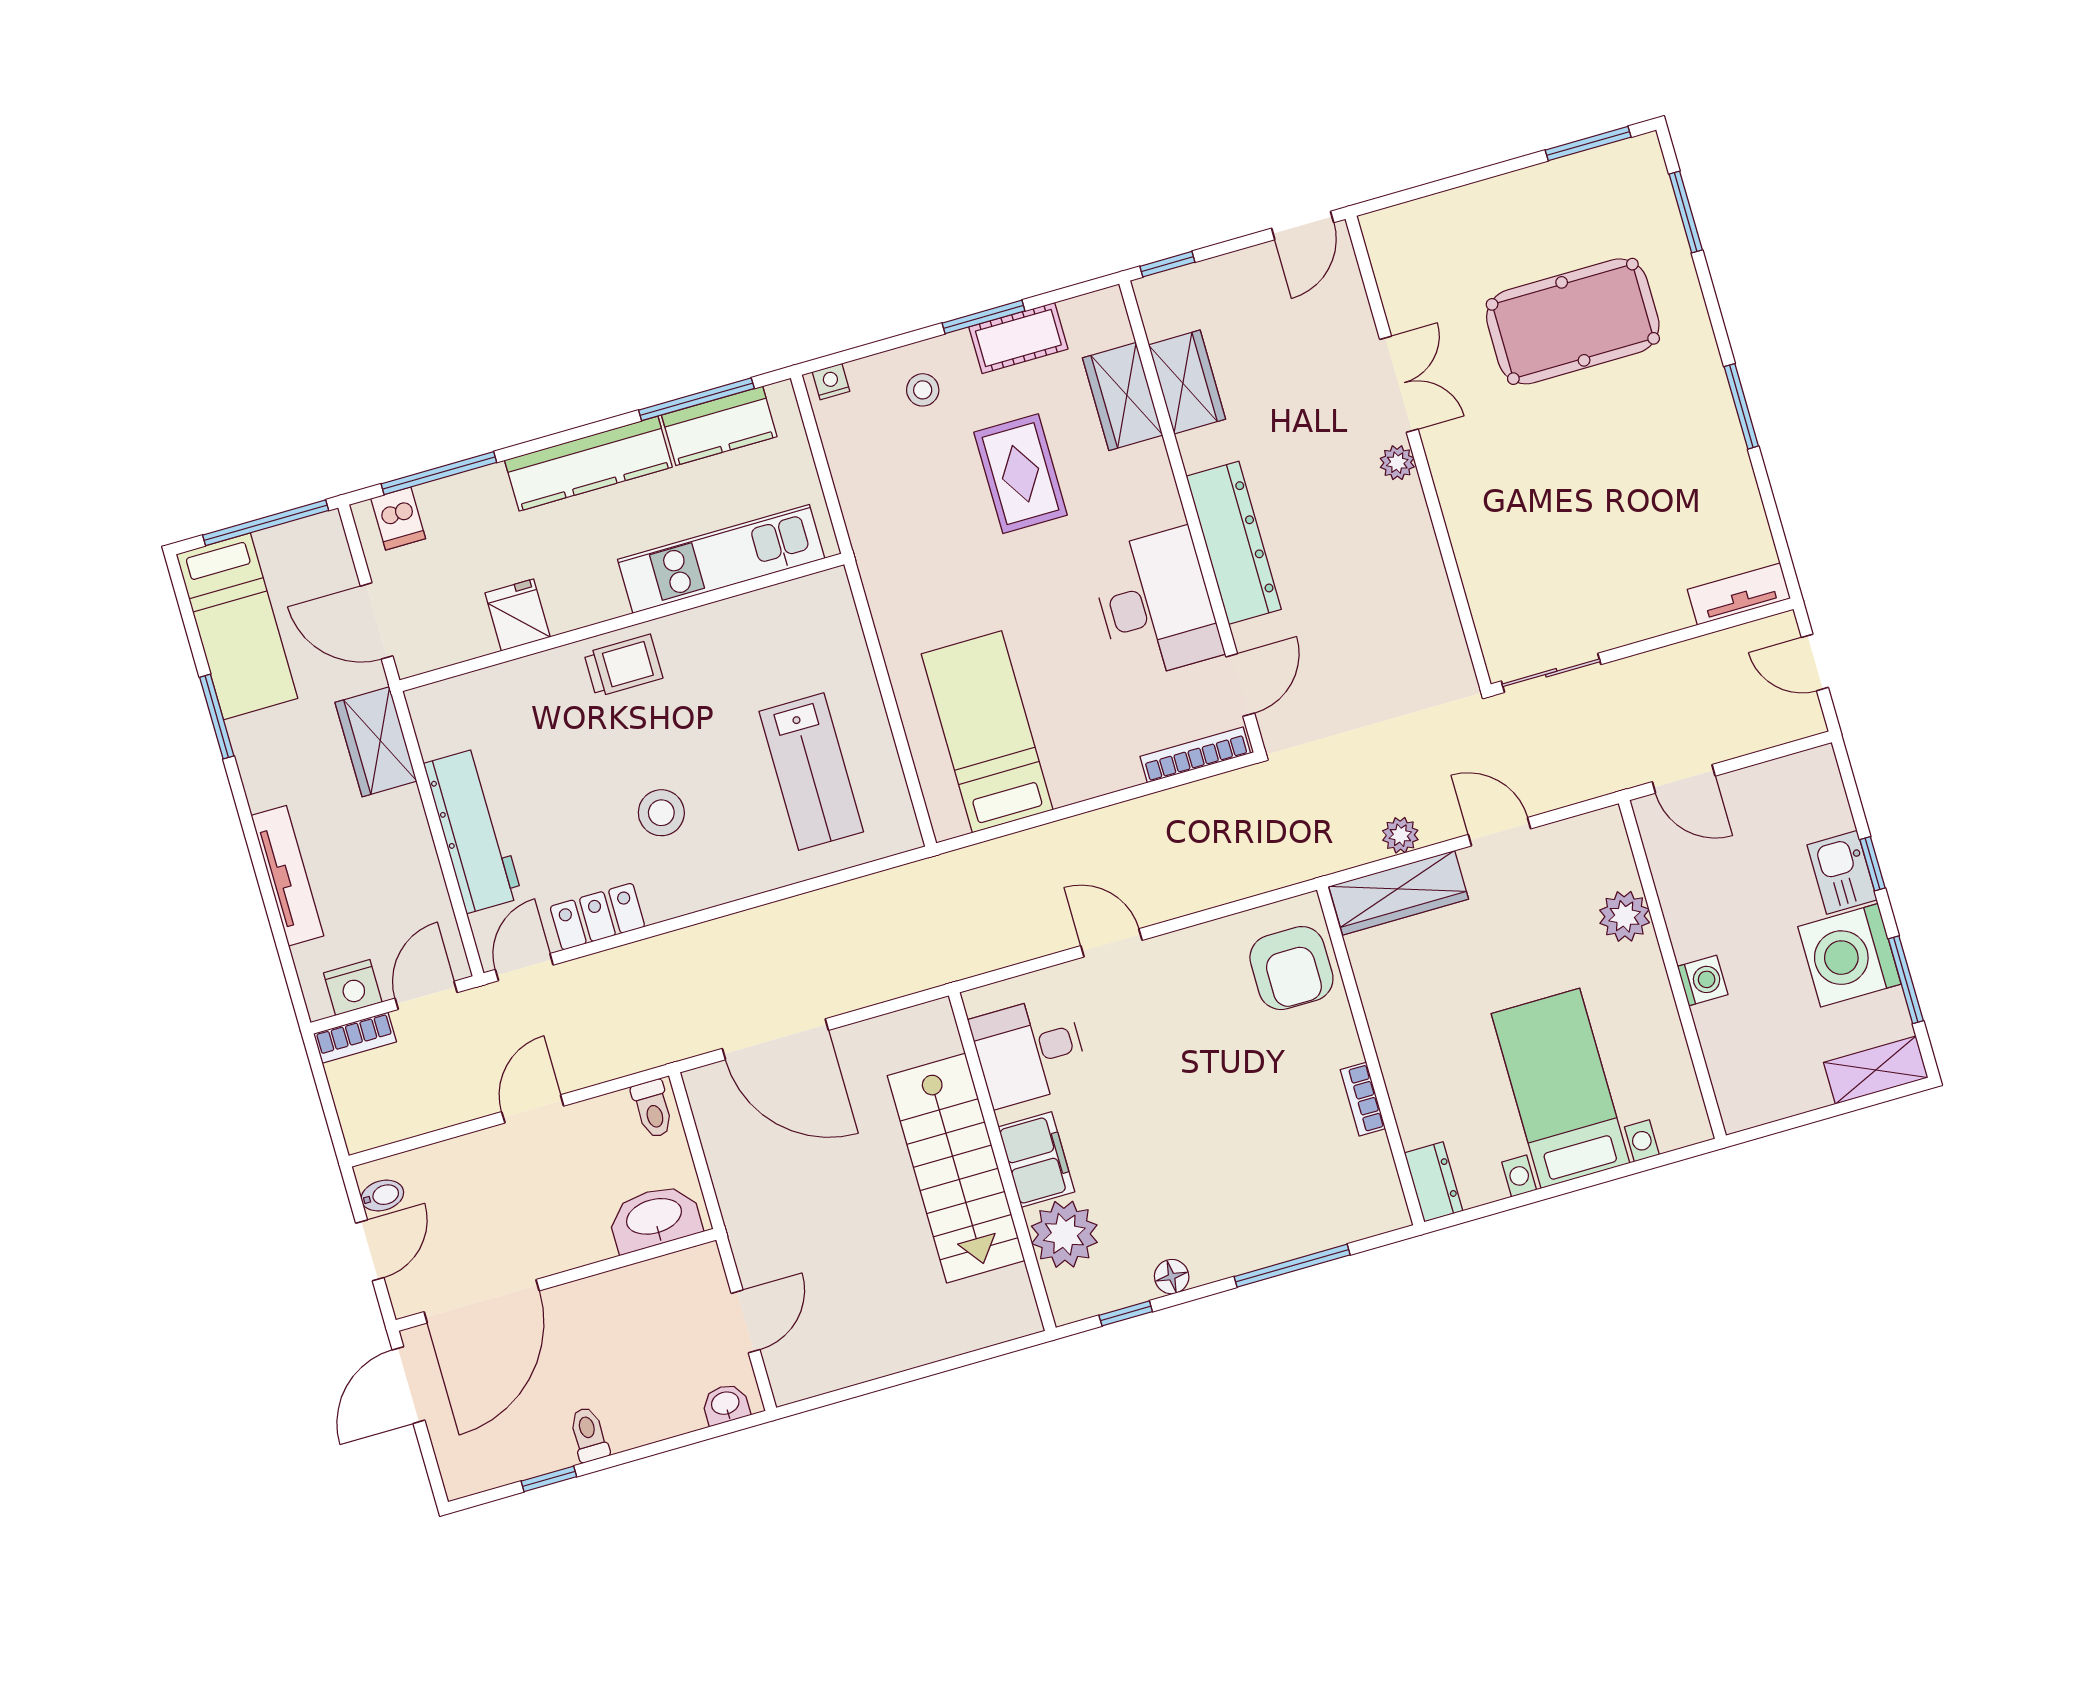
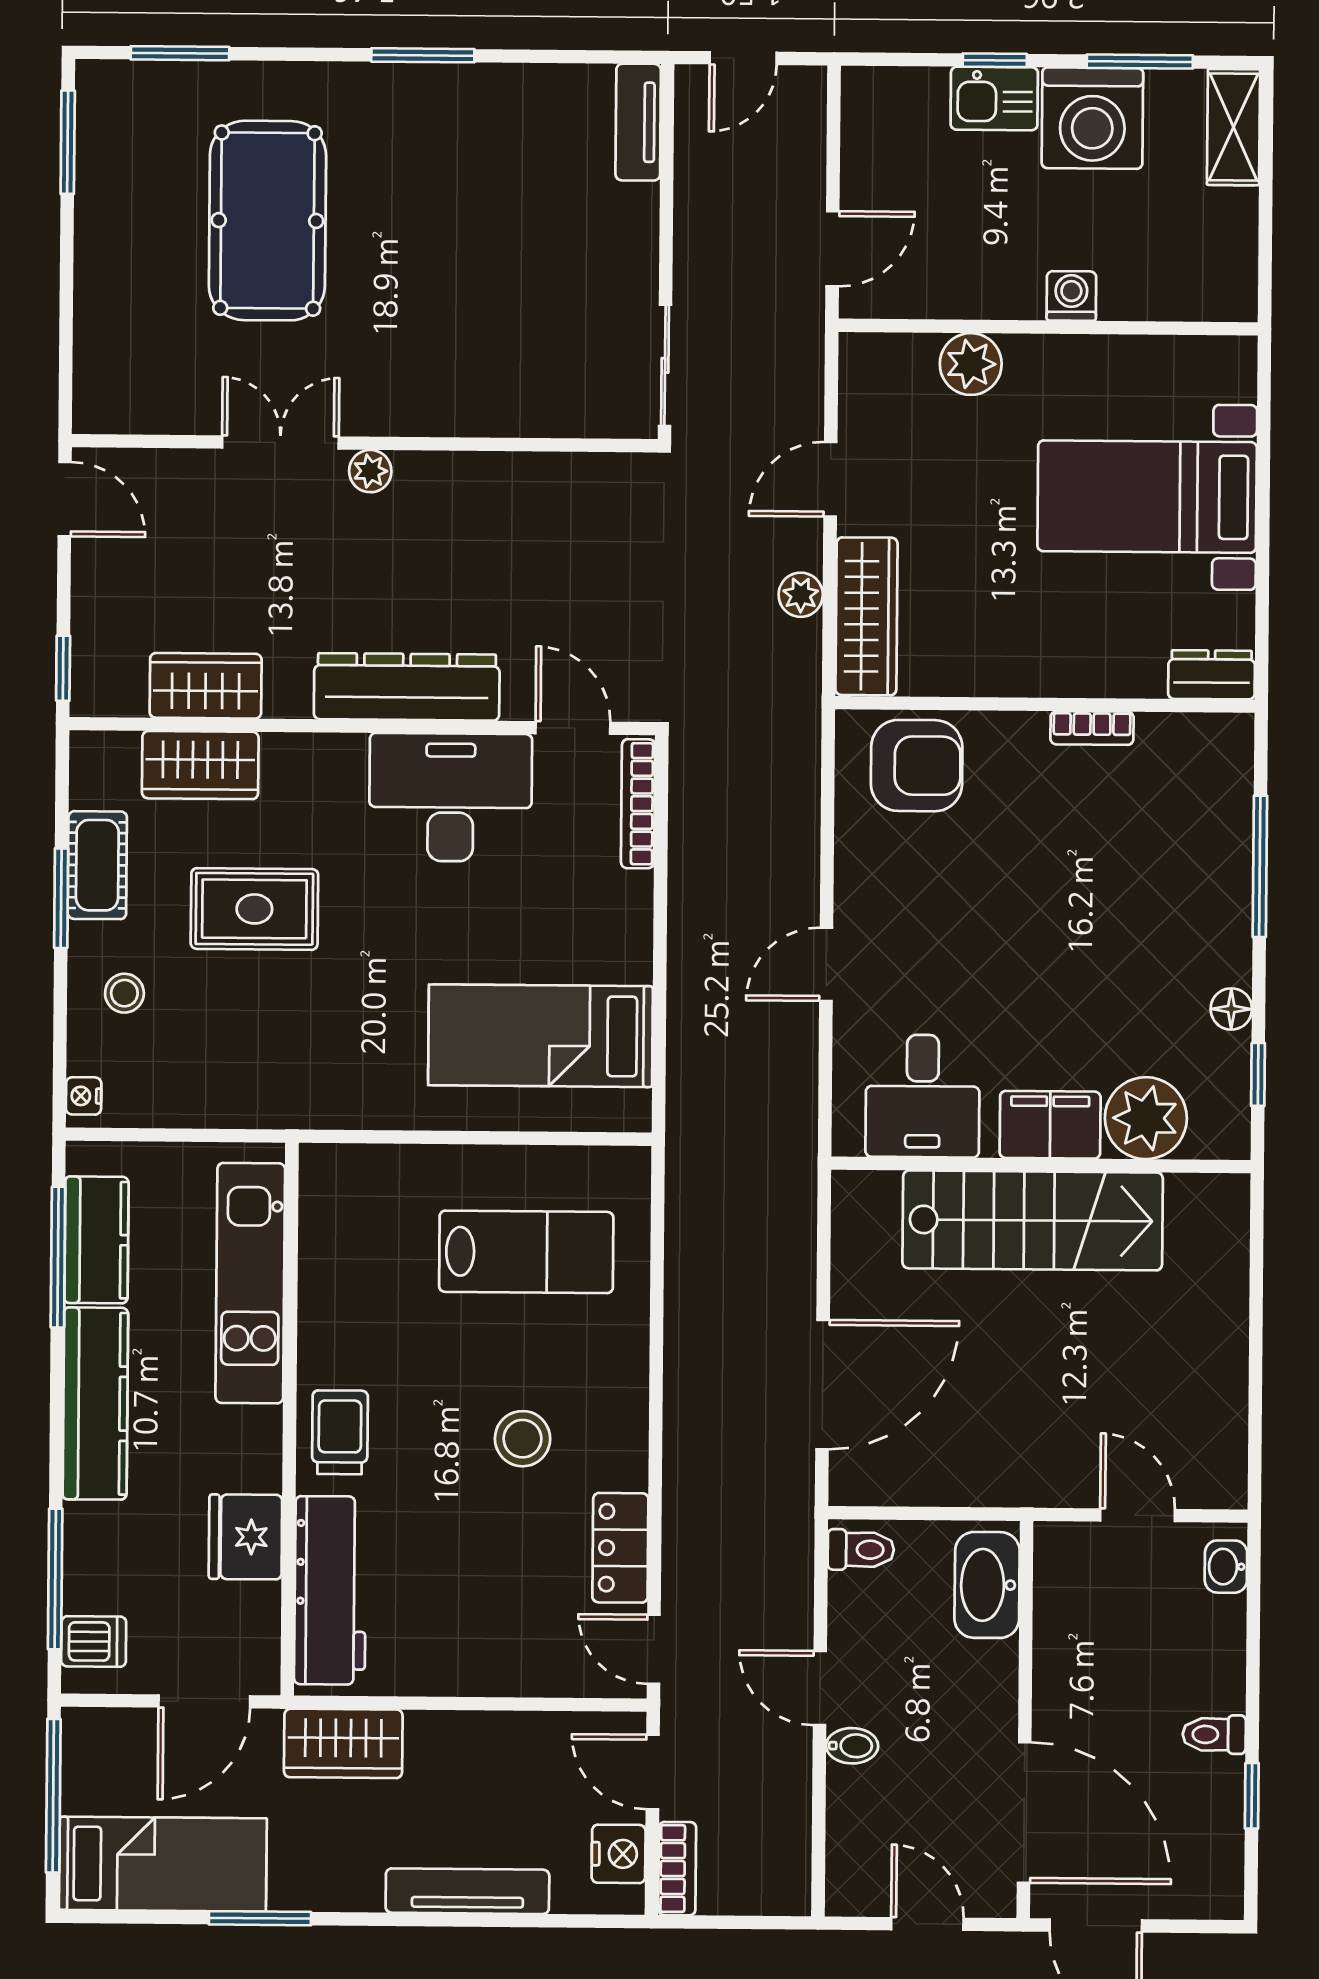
fridge: (518, 615) -> (245, 1537), width x1.38
workbench: (473, 831) -> (330, 1590), moved, turned 90
bidet: (382, 1196) -> (852, 1746), moved, turned 90

